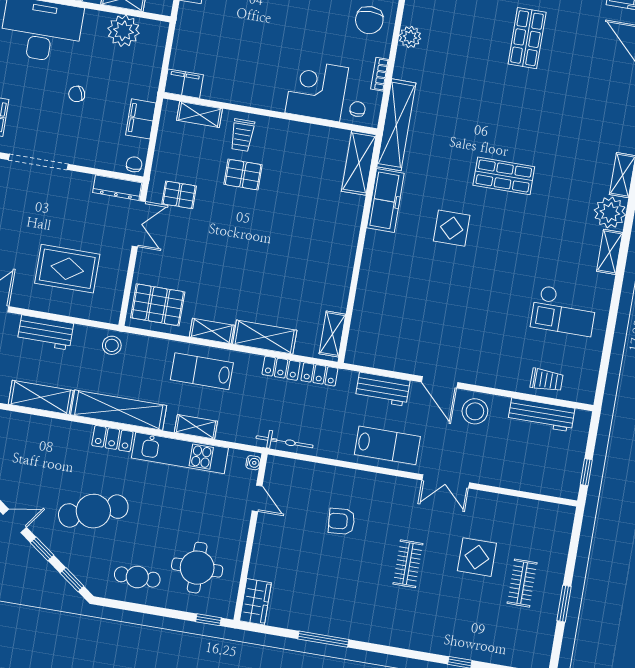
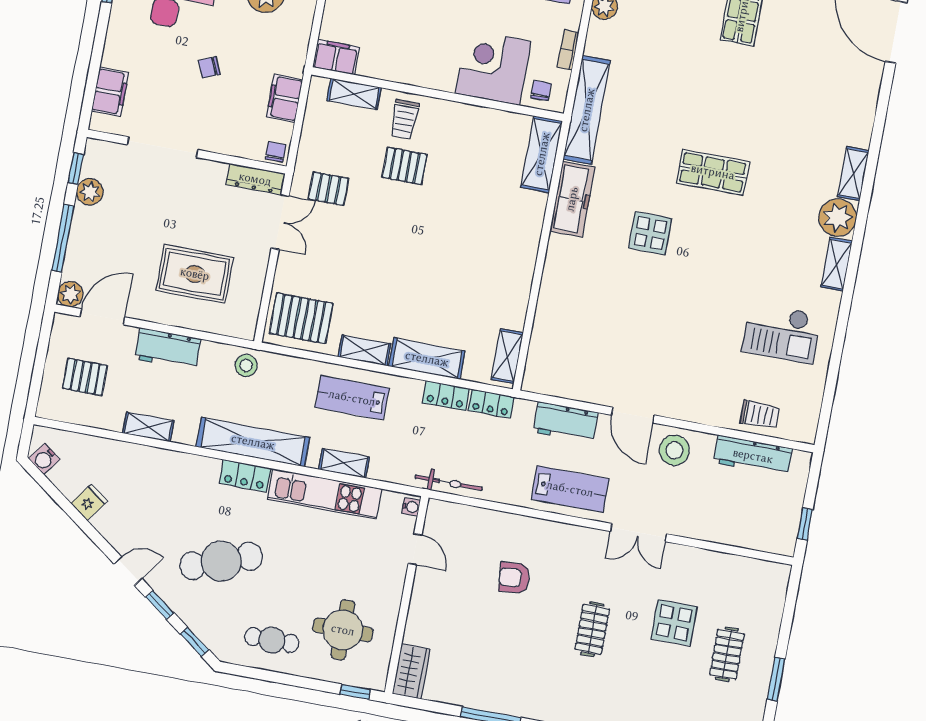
shelving: (41, 397) -> (148, 427), width x0.67, depth x0.75

